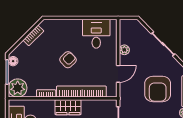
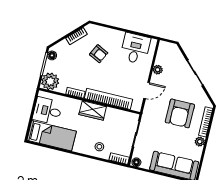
armchair: (68, 60) -> (99, 54), moved, turned 70

